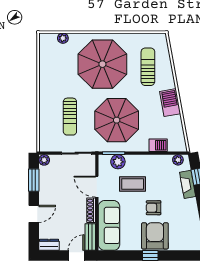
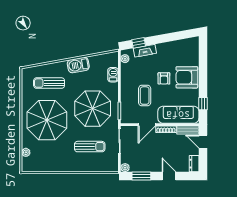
plant: (118, 162) -> (126, 107), removed
window: (150, 256) -> (203, 104), moved

